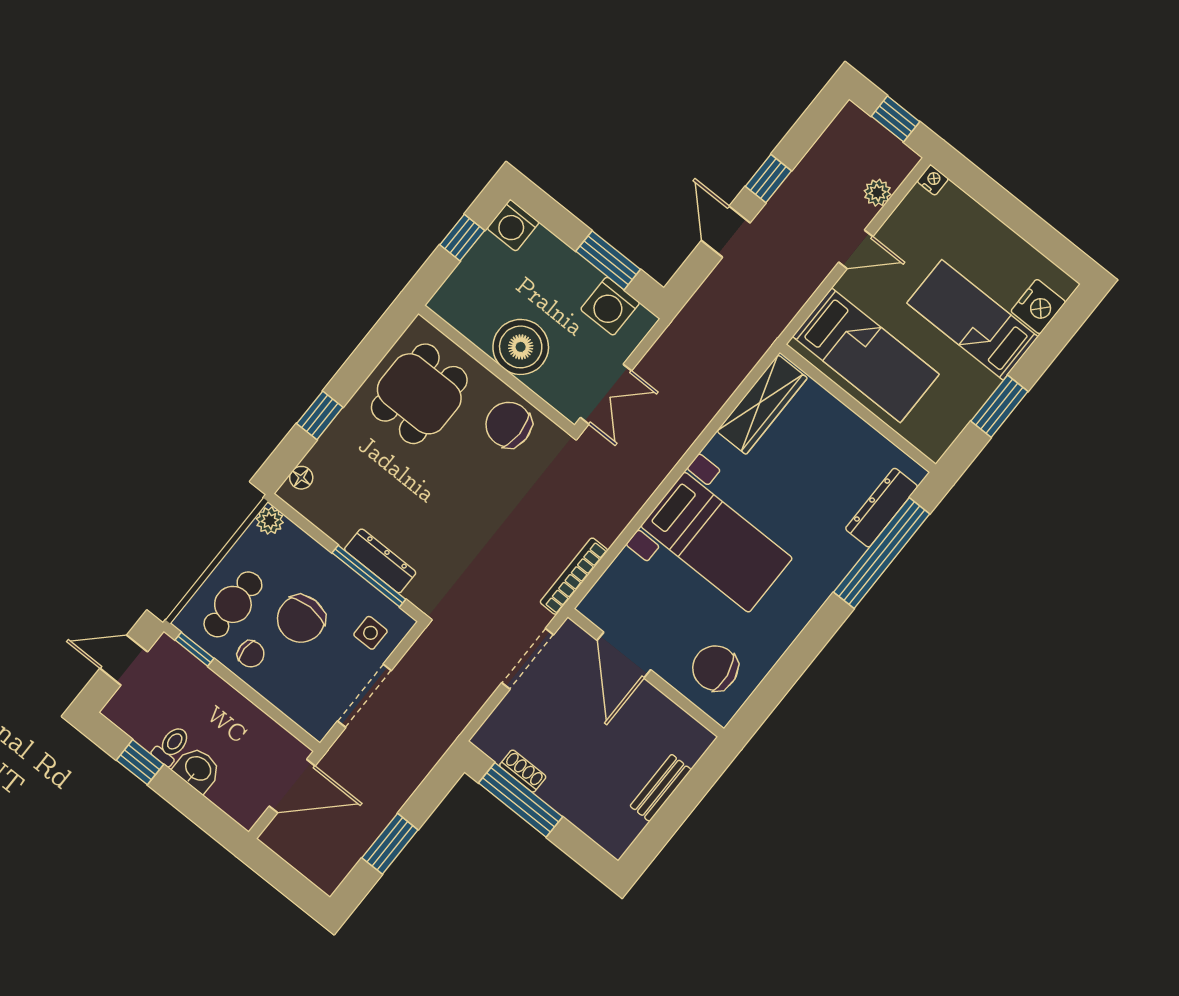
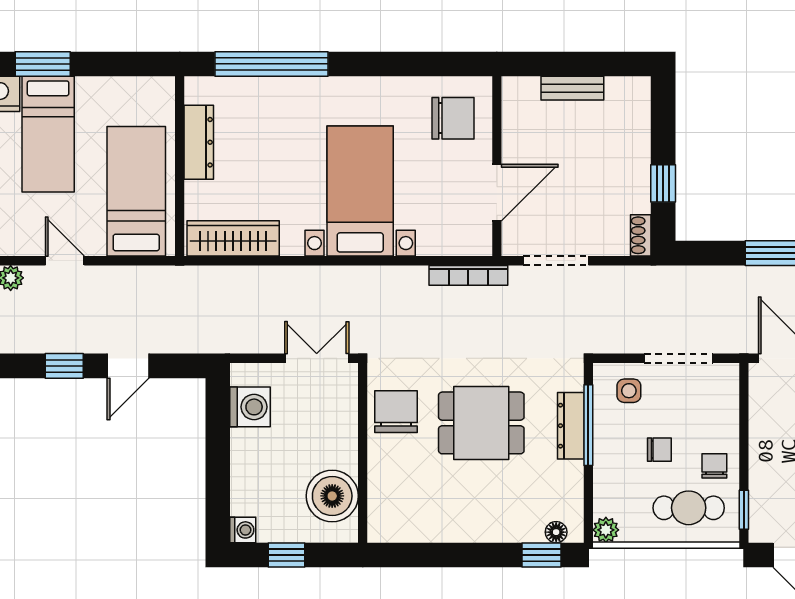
washing machine: (513, 225) -> (243, 530), width x0.73, depth x0.73
window: (608, 260) -> (218, 435), removed
boiler: (521, 347) -> (332, 496), moved
dining table: (419, 394) -> (481, 423), moved
window: (999, 406) -> (43, 64), moved
window: (320, 415) -> (542, 555), moved
chair: (509, 425) -> (396, 412), turned 180
dresser: (882, 508) -> (199, 142), moved, turned -90
chair: (301, 619) -> (659, 450), width x0.54, depth x0.54
chair: (715, 668) -> (453, 118), turned -81
shoe rack: (523, 771) -> (641, 235), moved
window: (521, 800) -> (663, 183), width x0.46

